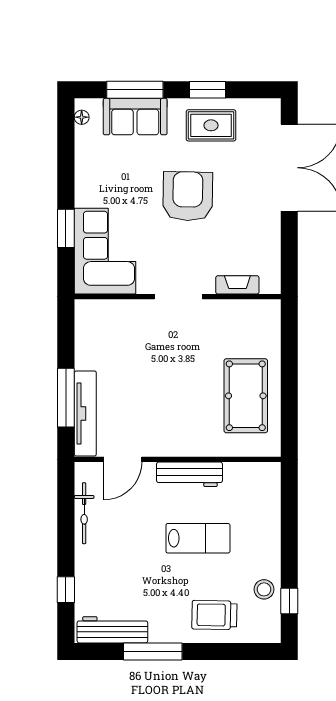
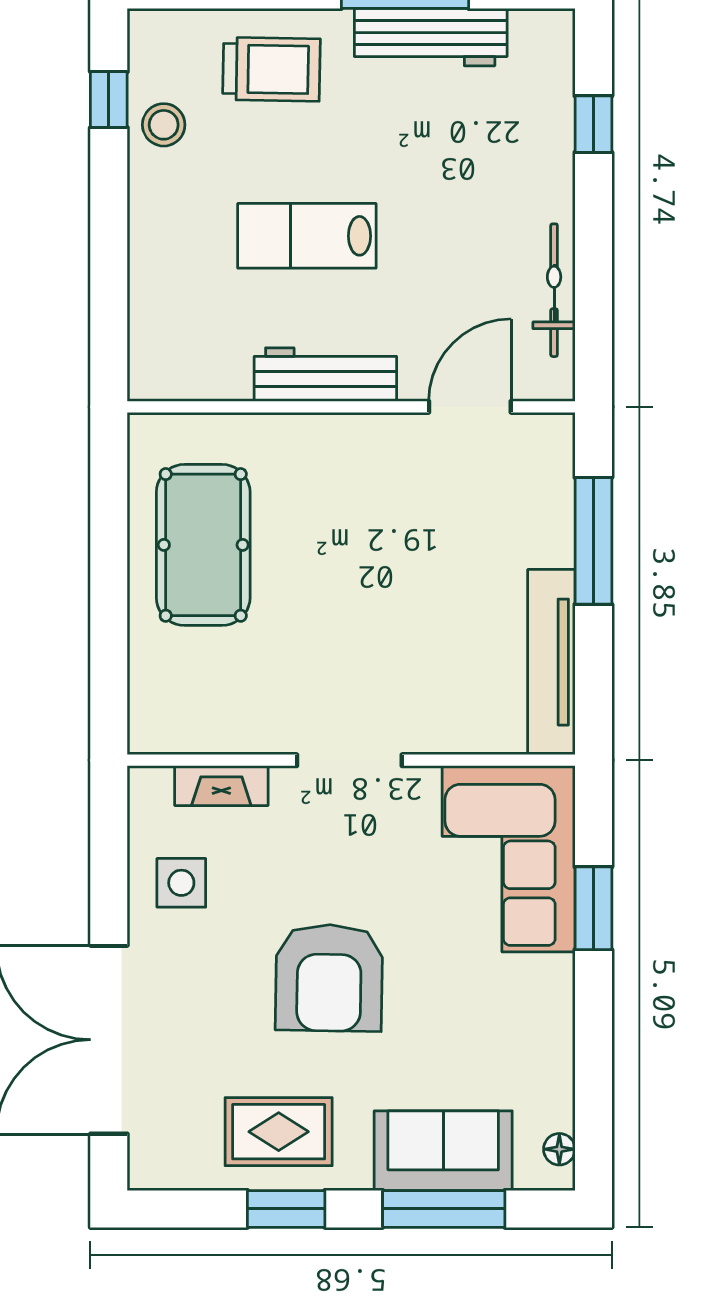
side table: (256, 240) -> (181, 883), added
tv unit: (85, 413) -> (551, 662), moved
workbench: (112, 630) -> (431, 37), moved

